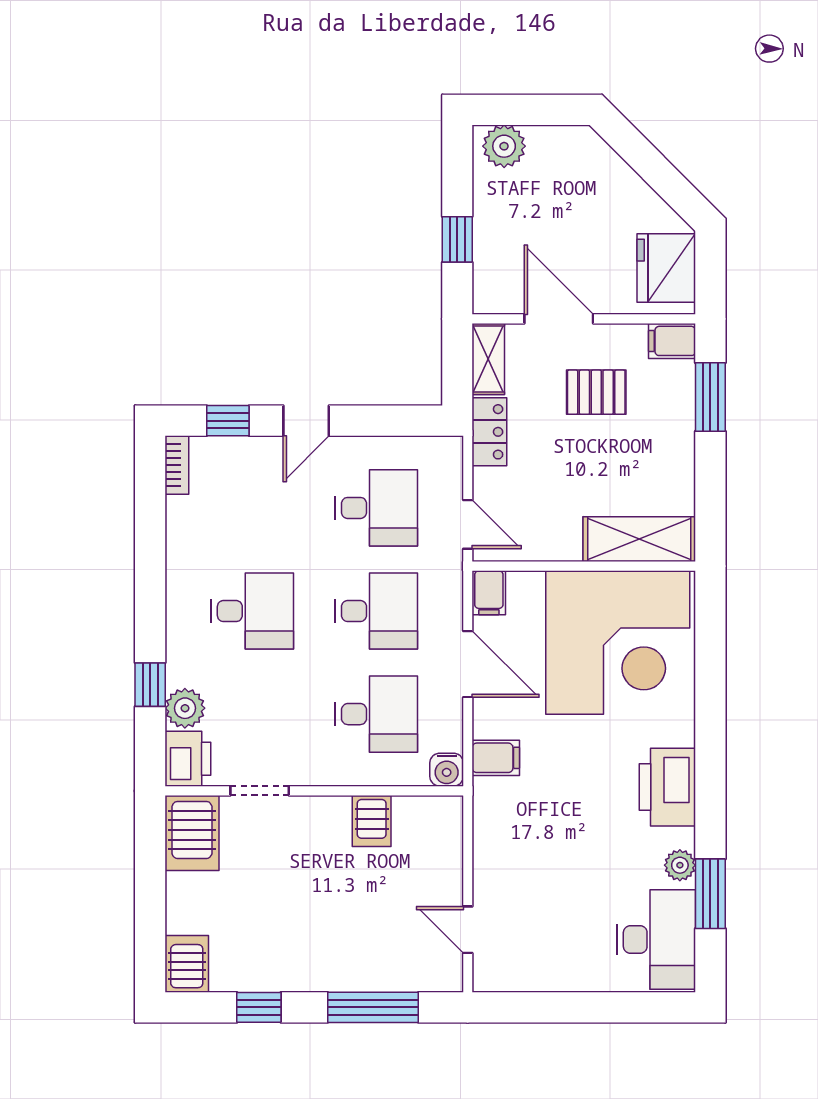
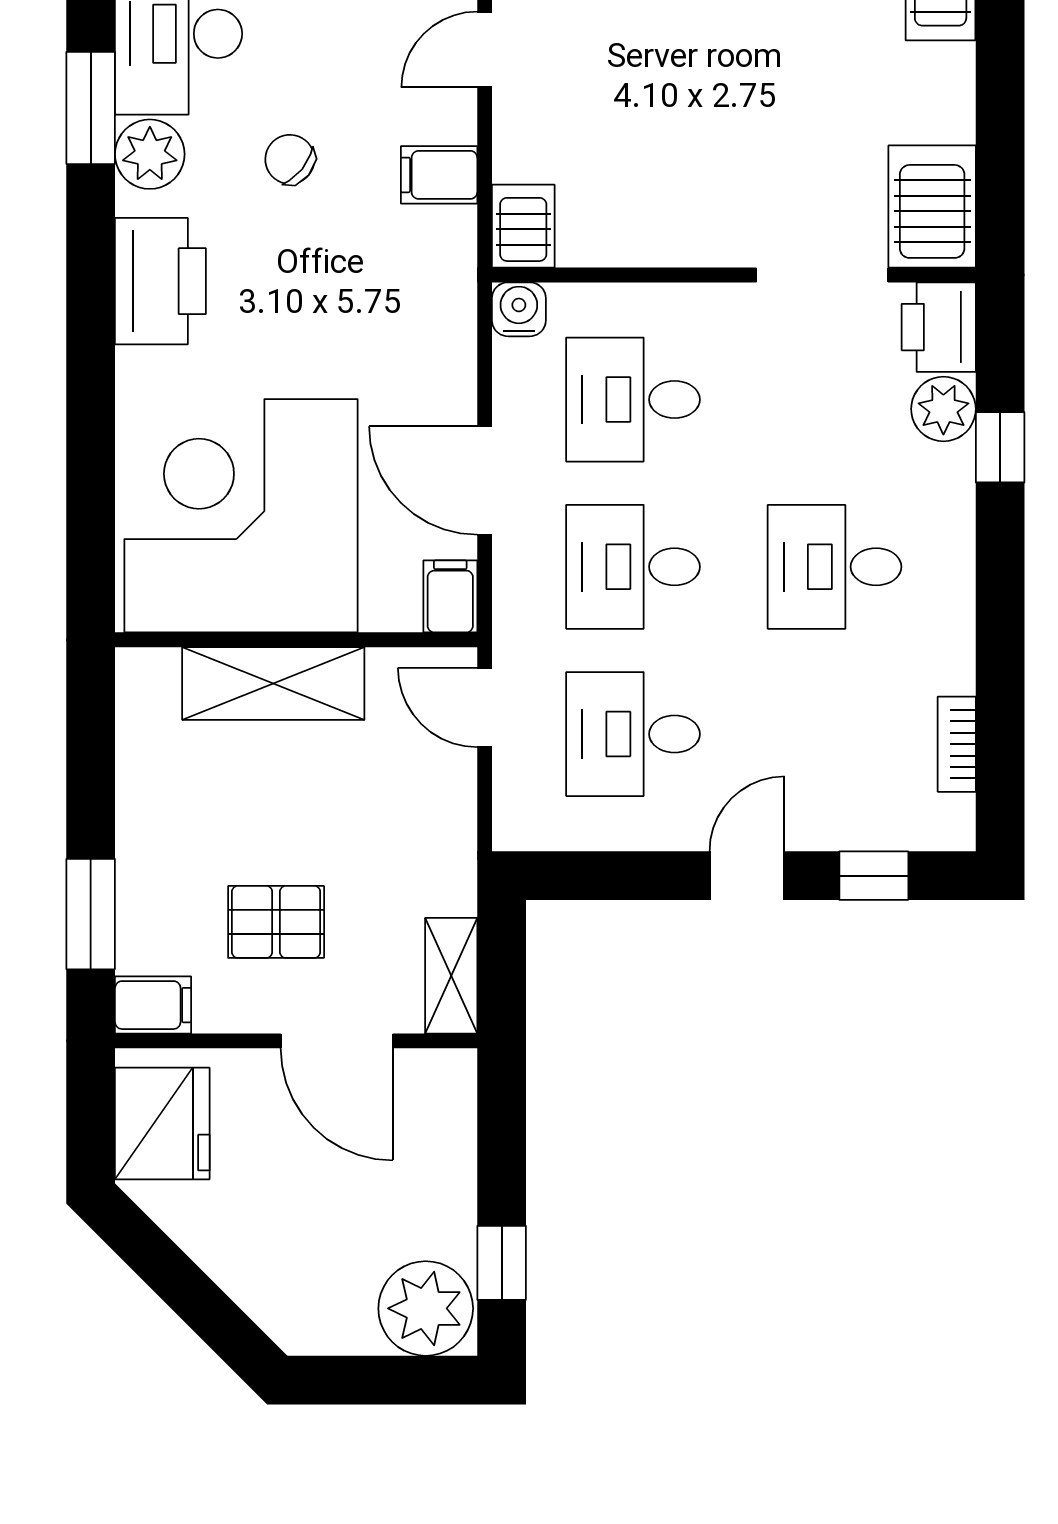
plant: (504, 146) -> (426, 1308), width x1.36, depth x1.36
window: (457, 239) -> (502, 1263), moved
locker: (489, 432) -> (449, 858), removed
bookcase: (177, 465) -> (957, 744), moved
shelving: (639, 539) -> (273, 683), moved
filing cabinet: (496, 758) -> (439, 175), moved
doorway: (260, 791) -> (822, 275), width x1.38
server rack: (372, 821) -> (523, 226), moved
chair: (588, 862) -> (290, 159), added
plant: (680, 865) -> (150, 154), width x1.38, depth x1.38
door: (468, 930) -> (485, 49), swing flipped

